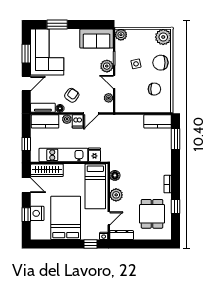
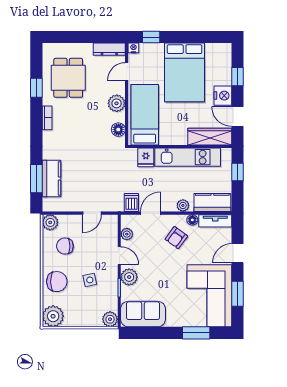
plant: (165, 107) -> (50, 222), added
door: (134, 113) -> (92, 213), added
dishwasher: (78, 121) -> (131, 202), moved
kitchen counter: (158, 121) -> (51, 179), moved, turned 90
nightstand: (37, 213) -> (223, 96), moved

